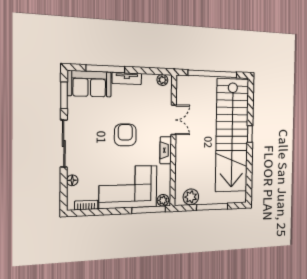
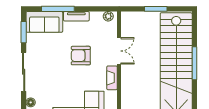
window: (213, 74) -> (156, 9), width x0.47
window: (250, 134) -> (194, 63), width x2.17
armchair: (125, 135) -> (81, 56), moved, turned -90

